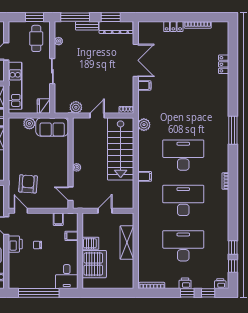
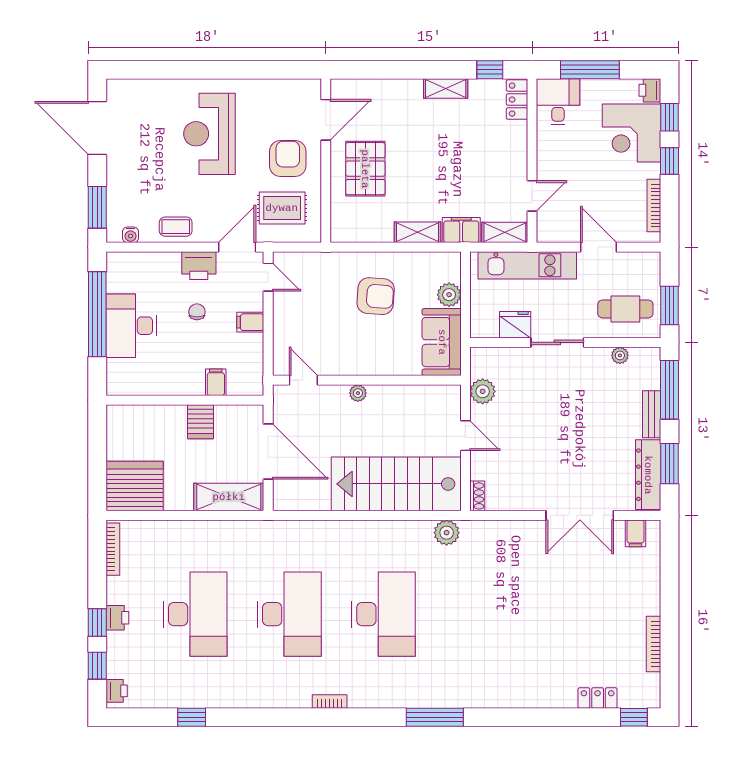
locker: (173, 27) -> (650, 593), removed
locker: (224, 64) -> (598, 698), moved
filing cabinet: (144, 85) -> (636, 533), moved
fridge: (44, 106) -> (515, 325), moved
filing cabinet: (145, 176) -> (339, 534), removed
armchair: (28, 184) -> (376, 296), moved
door: (70, 194) -> (303, 380), hinge flipped
door: (21, 211) -> (268, 277), hinge flipped
door: (105, 211) -> (268, 452), width x1.88
filing cabinet: (58, 219) -> (250, 322), moved
shelving: (127, 243) -> (229, 497), moved
server rack: (94, 264) -> (135, 486), moved, turned 180
window: (233, 266) -> (634, 717), moved
desk: (67, 277) -> (131, 326), moved, width x1.37

